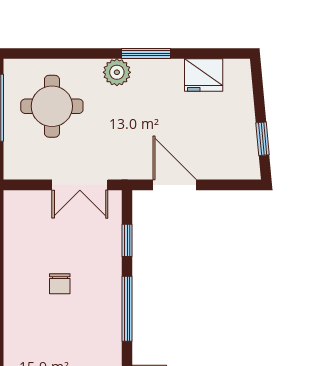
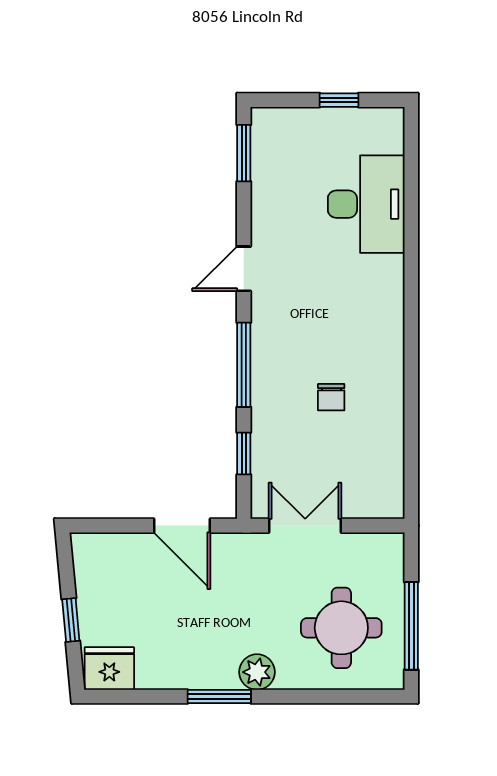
fridge: (204, 75) -> (109, 669), moved
window: (263, 139) -> (71, 620), moved
chair: (60, 284) -> (331, 397), turned 180

